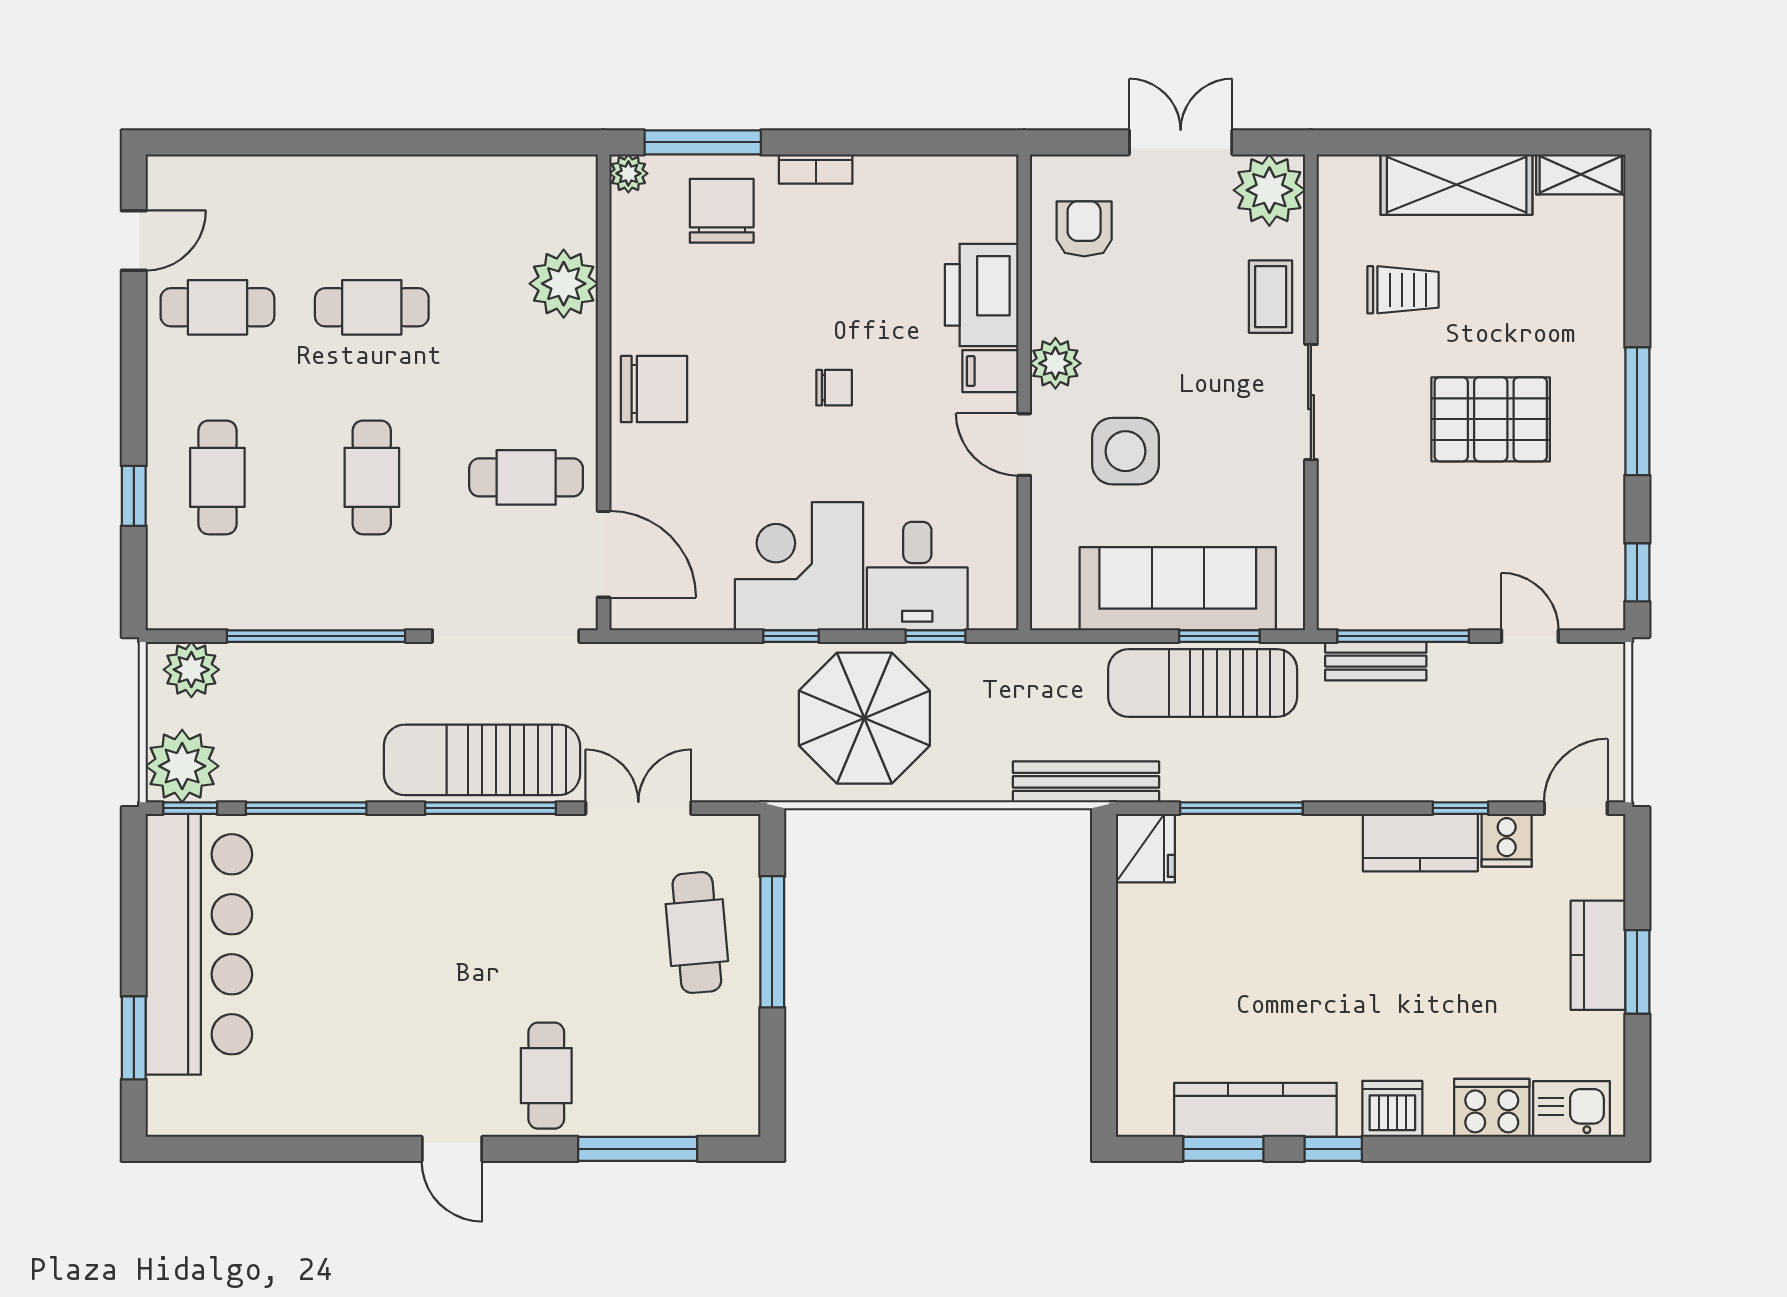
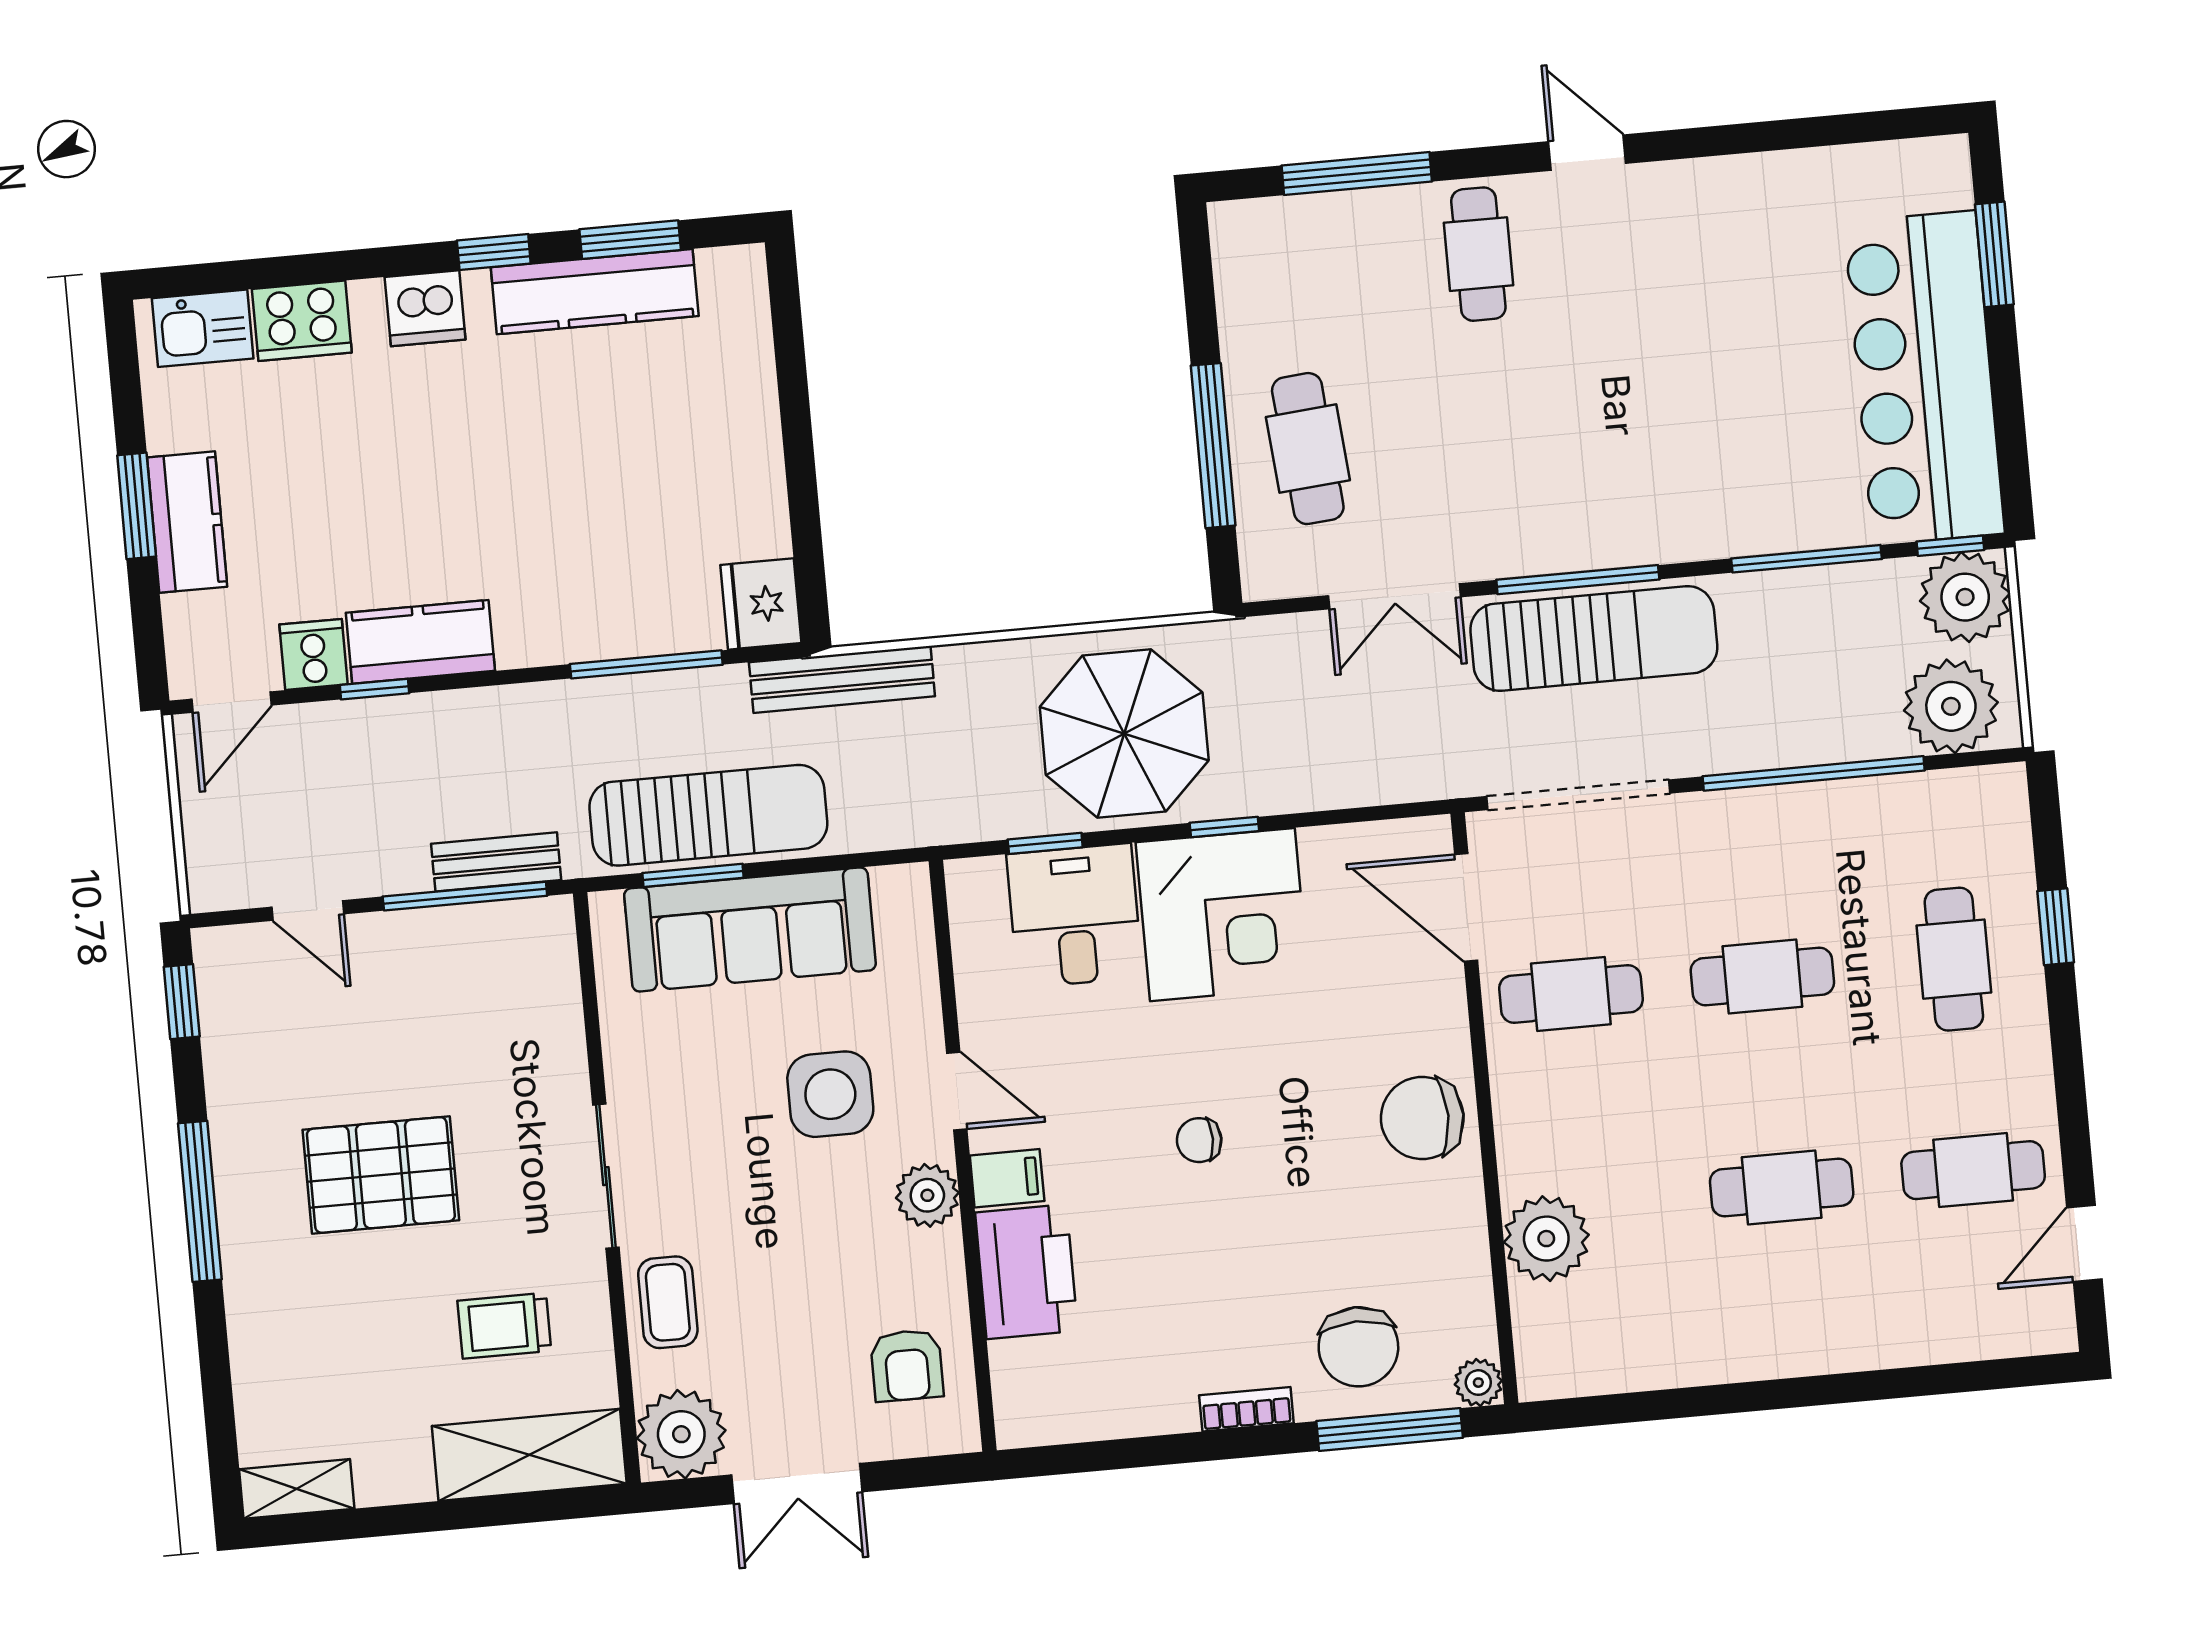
shelving: (1457, 185) -> (529, 1455), moved
cafe table: (372, 477) -> (1762, 977), turned 90
plant: (191, 670) -> (1951, 706), width x1.36, depth x1.36

